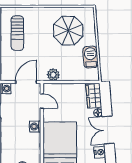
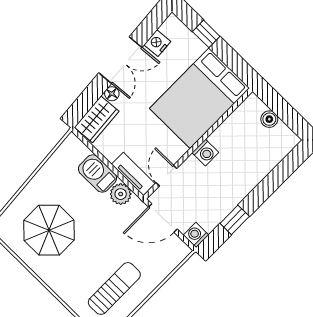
barbecue: (91, 57) -> (98, 173), moved, turned 95
tv unit: (56, 88) -> (133, 174), added

